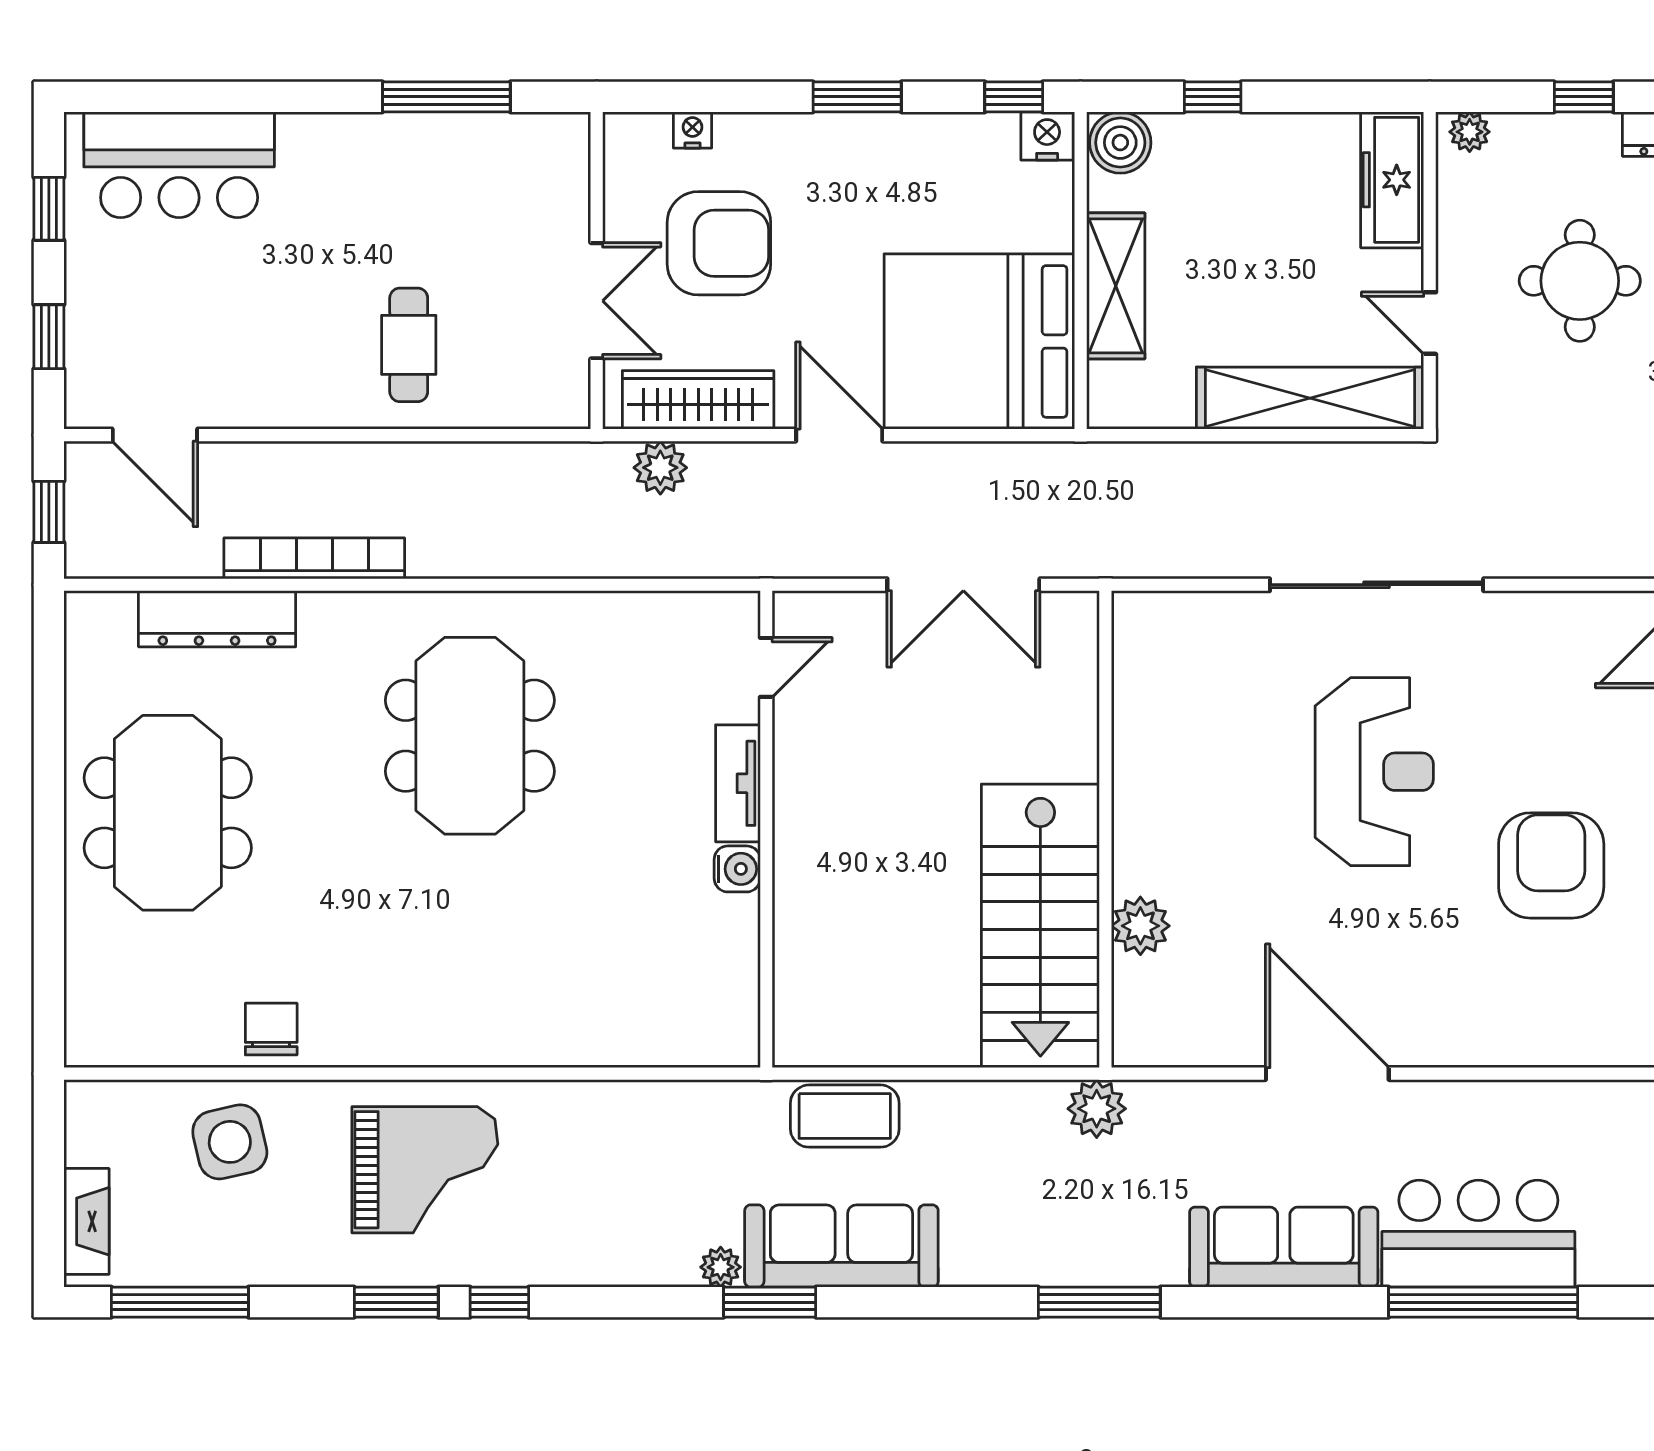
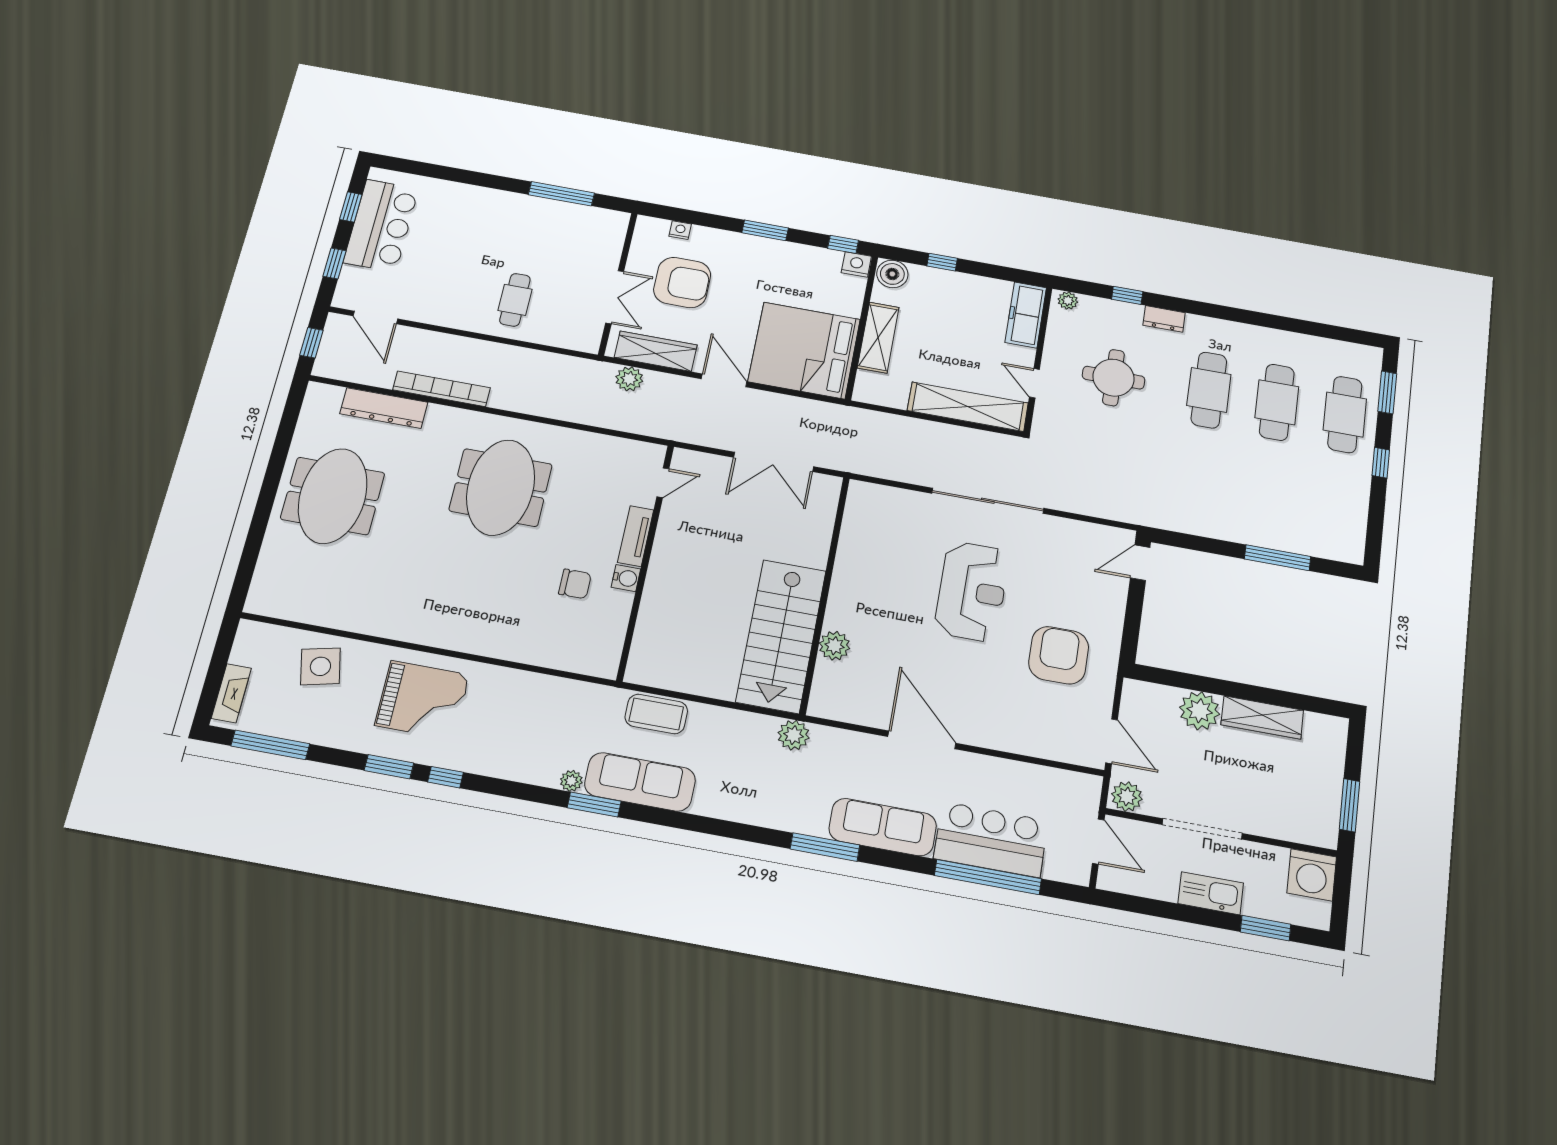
bar counter: (179, 165) -> (381, 225), moved, turned -90
chair: (271, 1029) -> (575, 584), moved, turned 90
window: (1099, 1302) -> (825, 847), moved

